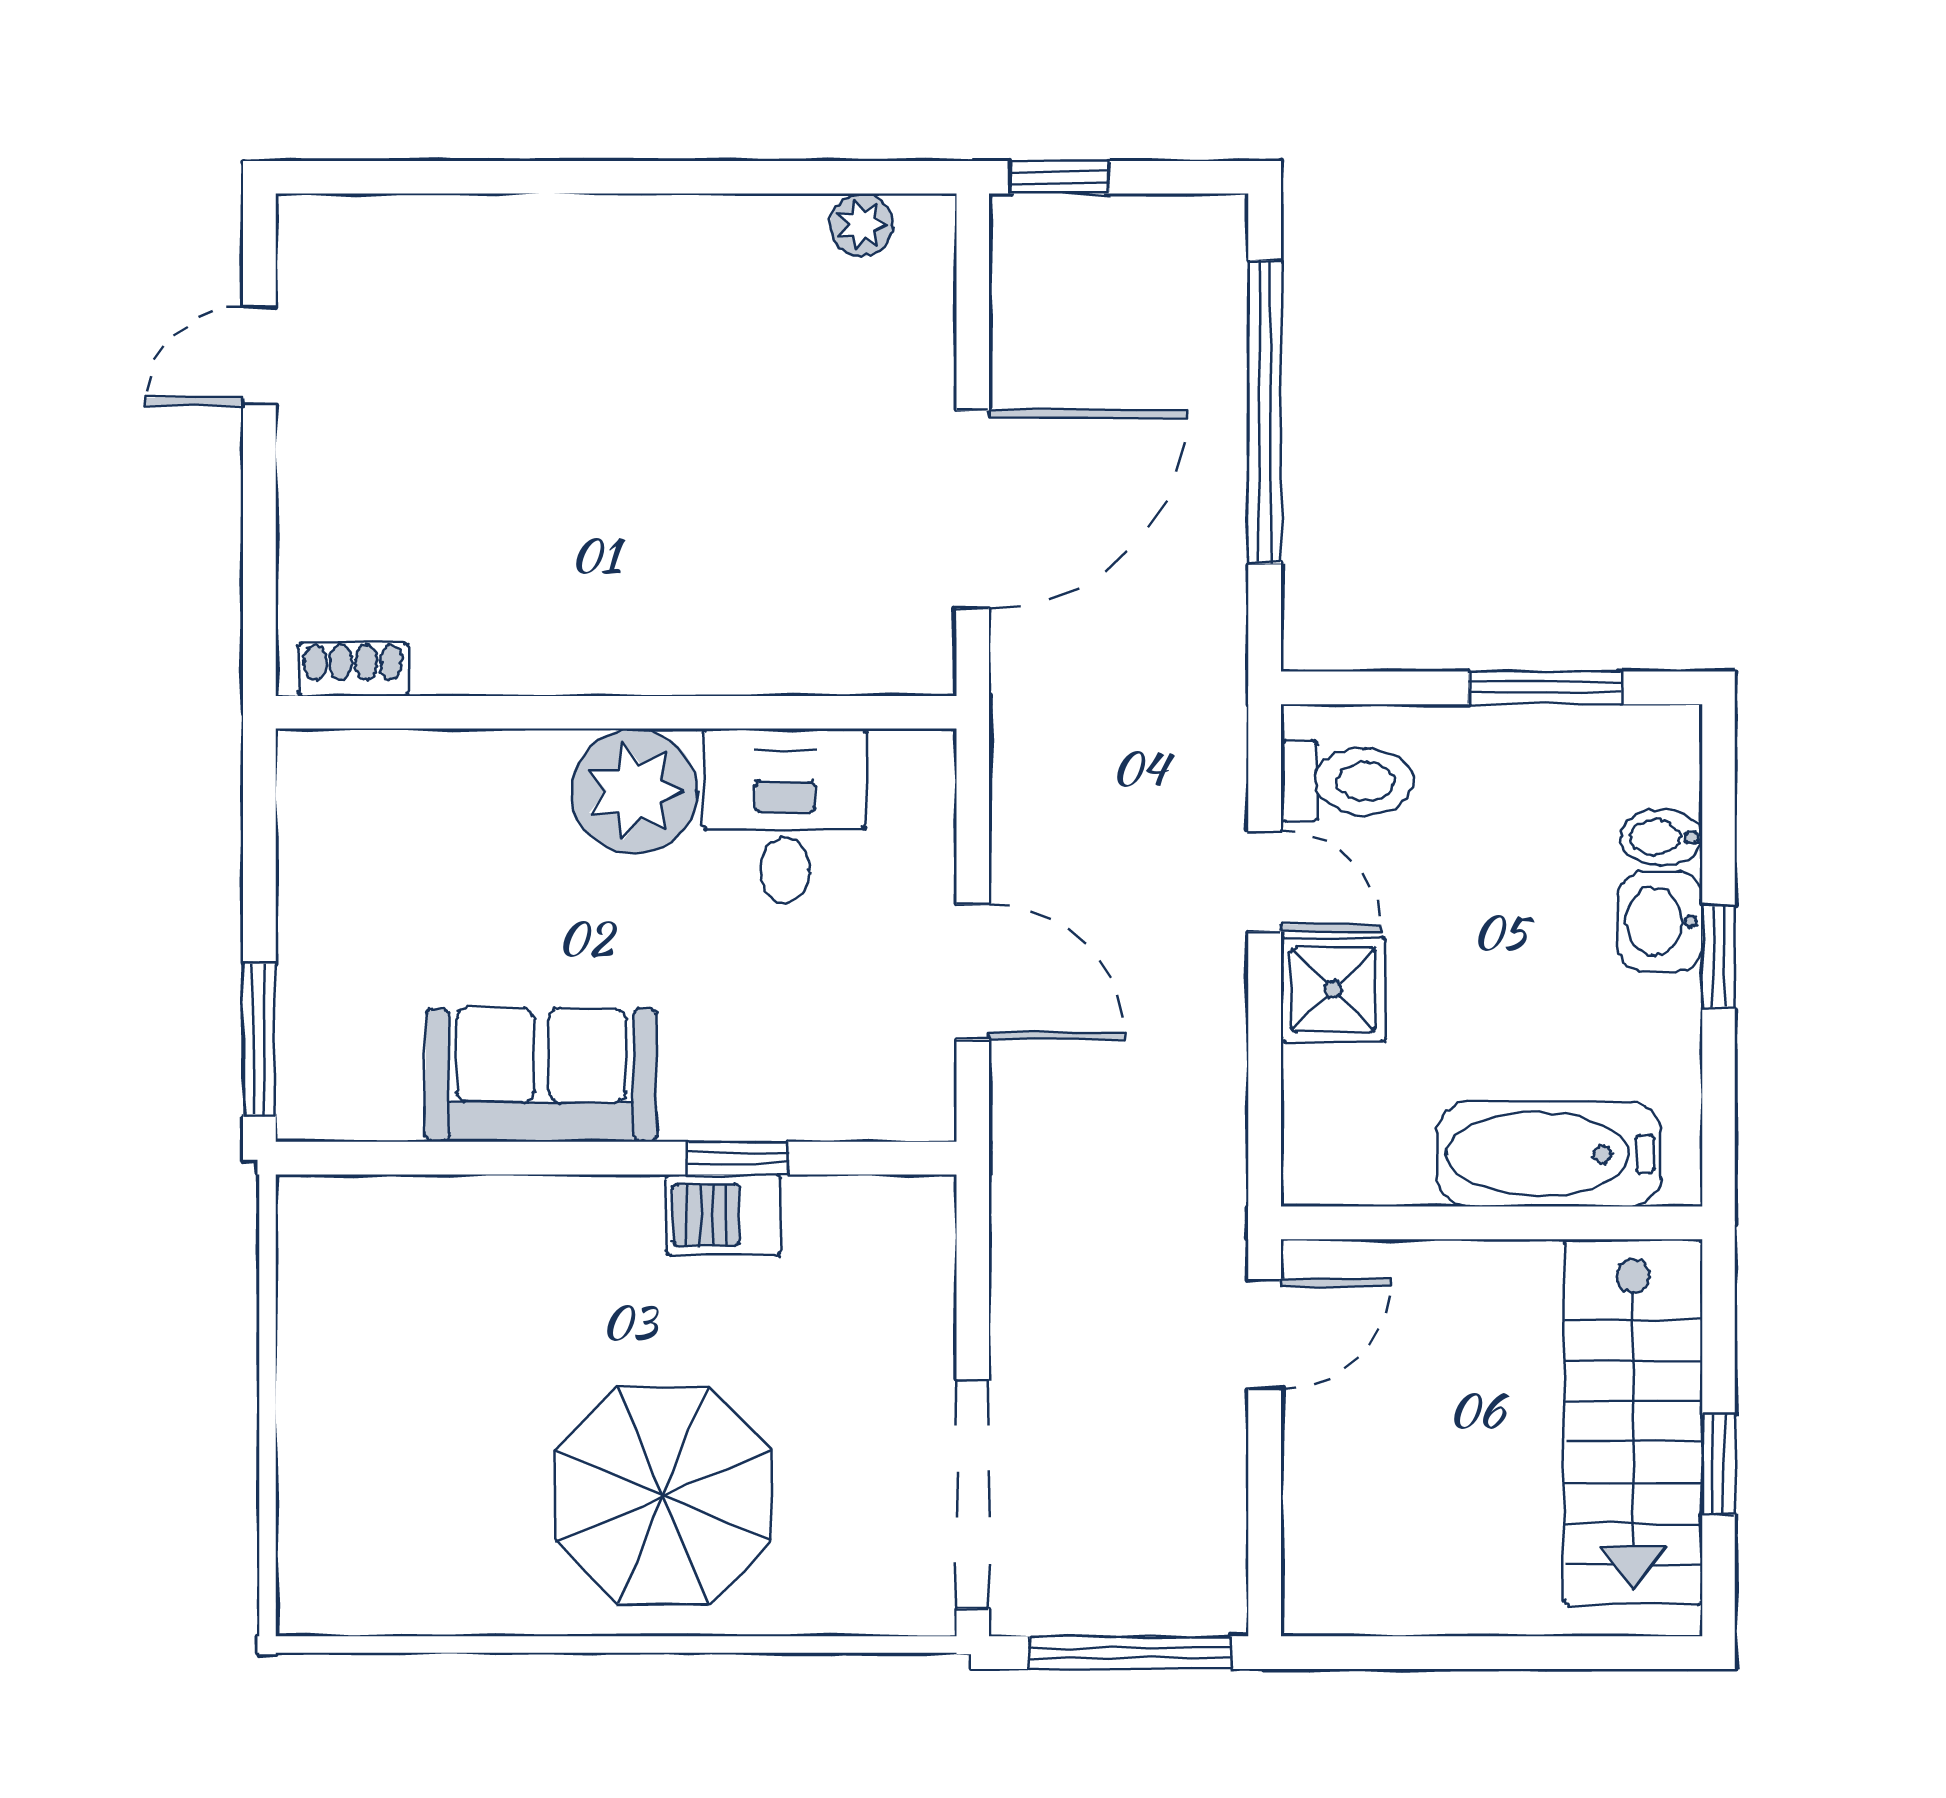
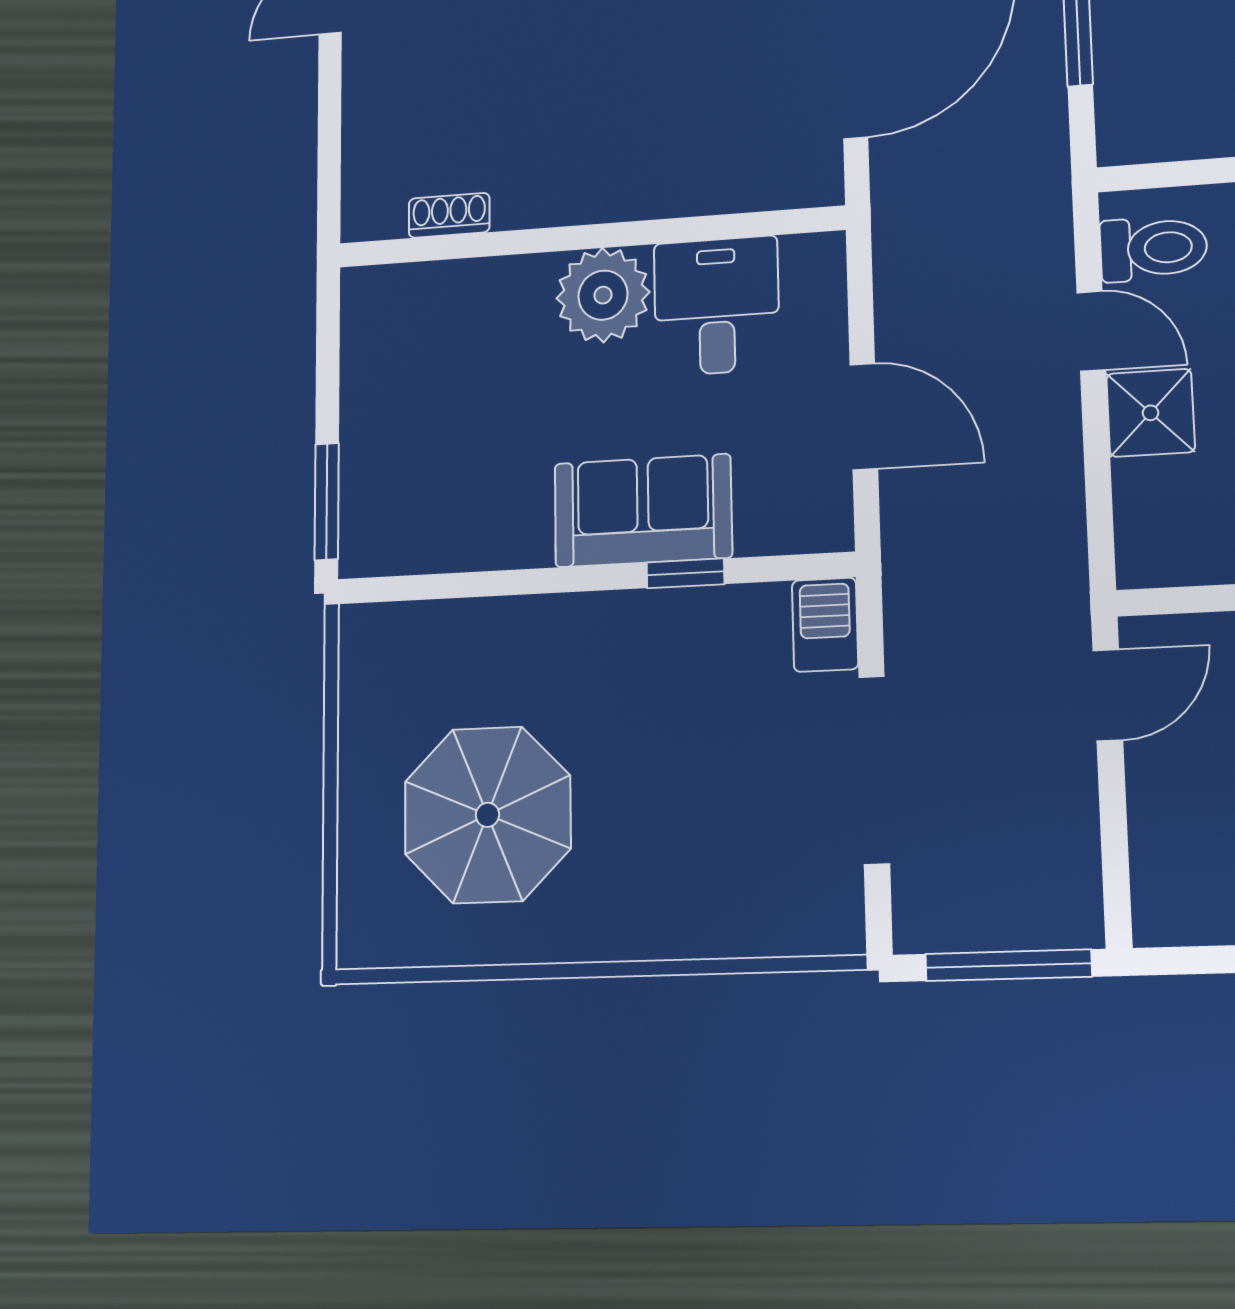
shoe rack: (353, 669) -> (449, 215), moved
sofa: (541, 1075) -> (643, 511), moved
barbecue: (723, 1215) -> (825, 625), moved, turned 90
doorway: (973, 1494) -> (874, 770), moved
parasol: (663, 1496) -> (487, 815), moved

